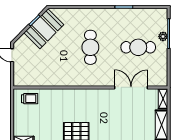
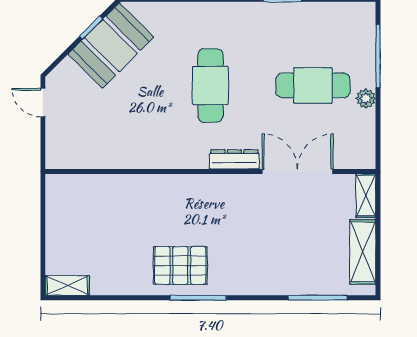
plant: (163, 36) -> (366, 98), moved
dresser: (102, 82) -> (234, 159), added
trolley: (30, 99) -> (80, 196), removed

